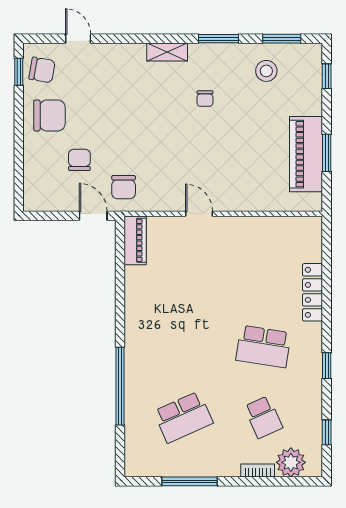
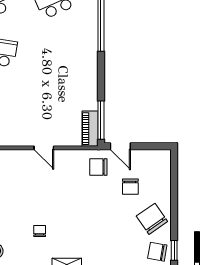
chair: (49, 115) -> (152, 219), turned 55
chair: (124, 187) -> (98, 167), turned -90
window: (120, 252) -> (101, 120), added

